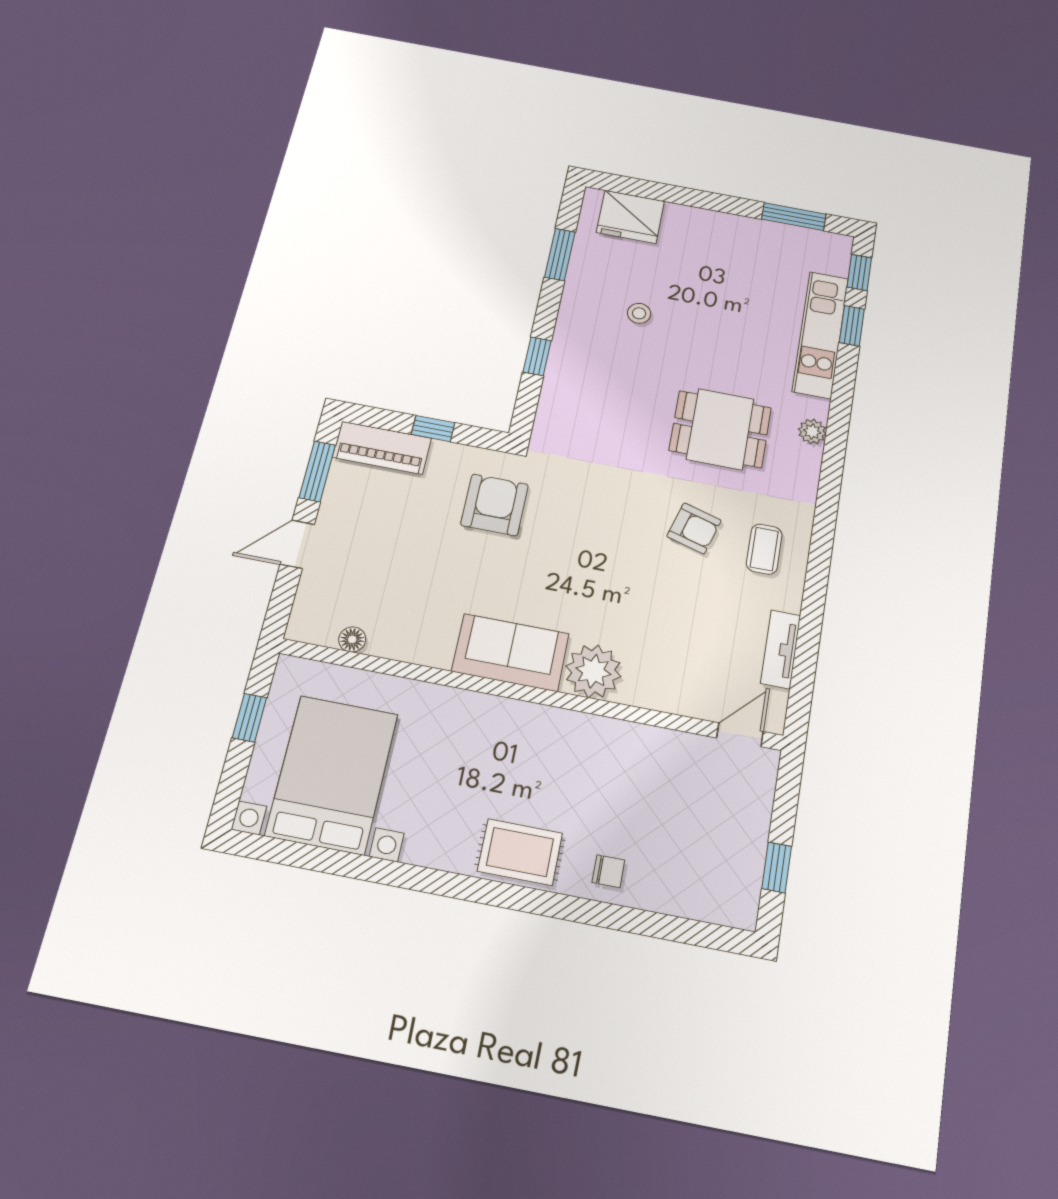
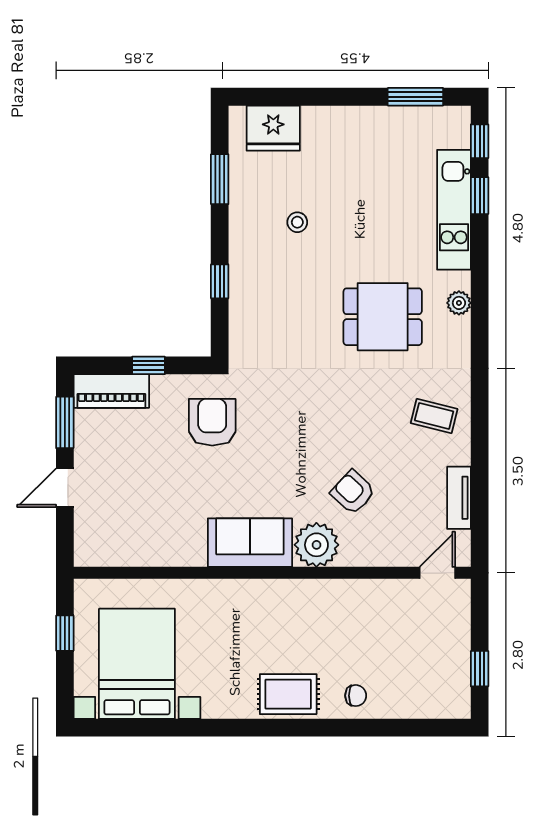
armchair: (694, 528) -> (353, 492), moved, turned -153
coffee table: (764, 549) -> (434, 416), turned -76
floor lamp: (352, 639) -> (127, 557), removed

